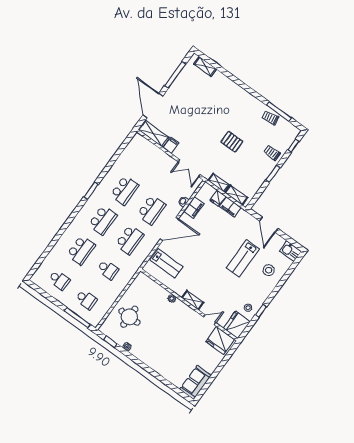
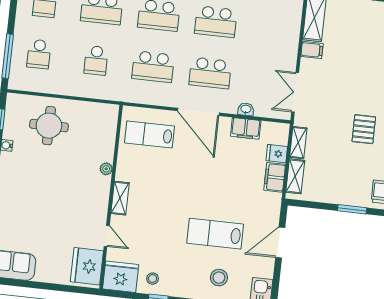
lab bench: (166, 263) -> (149, 134), turned 90

